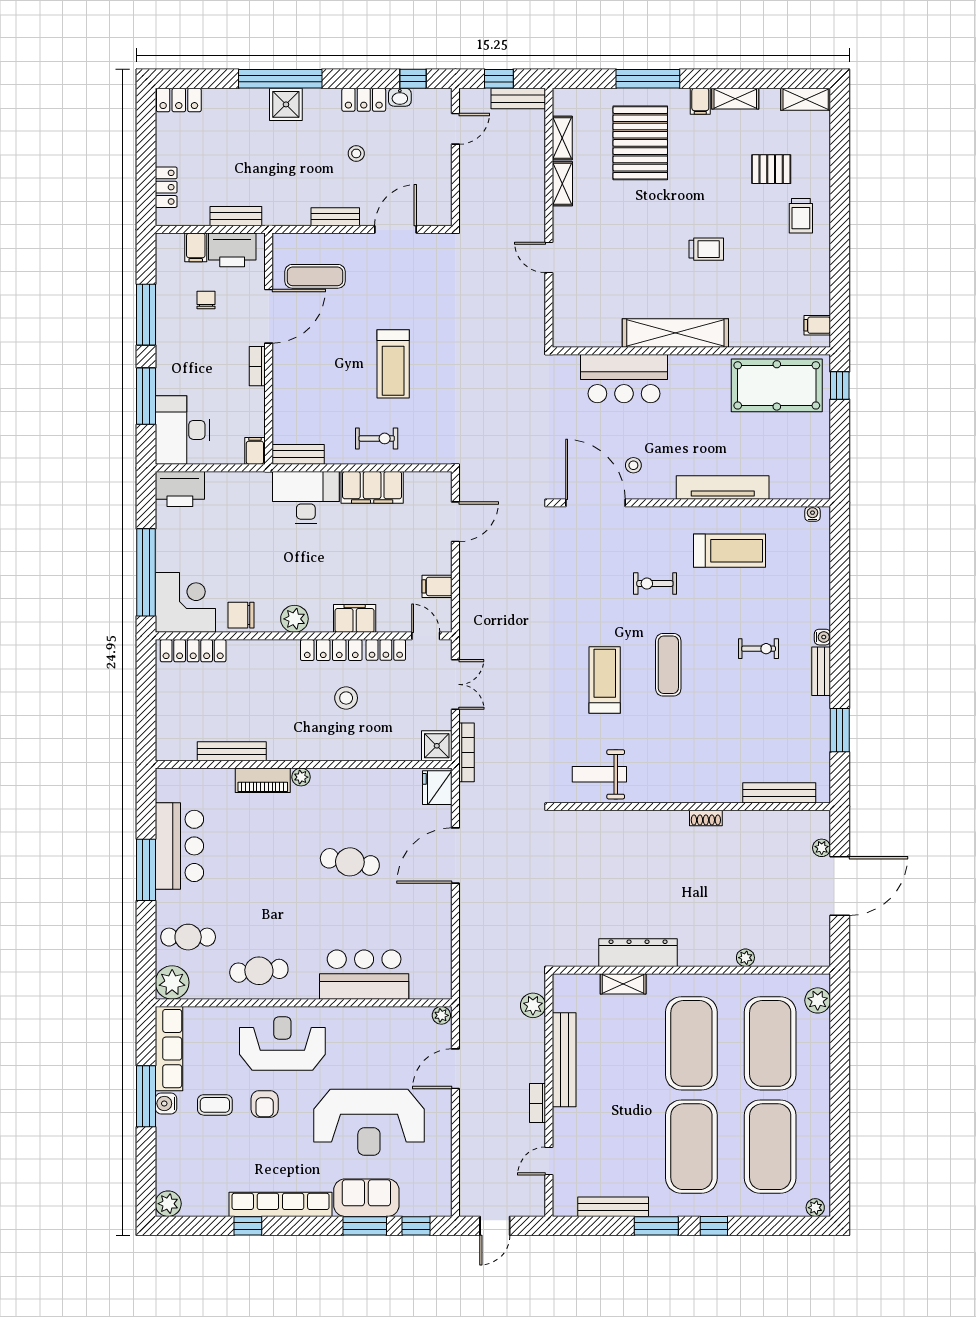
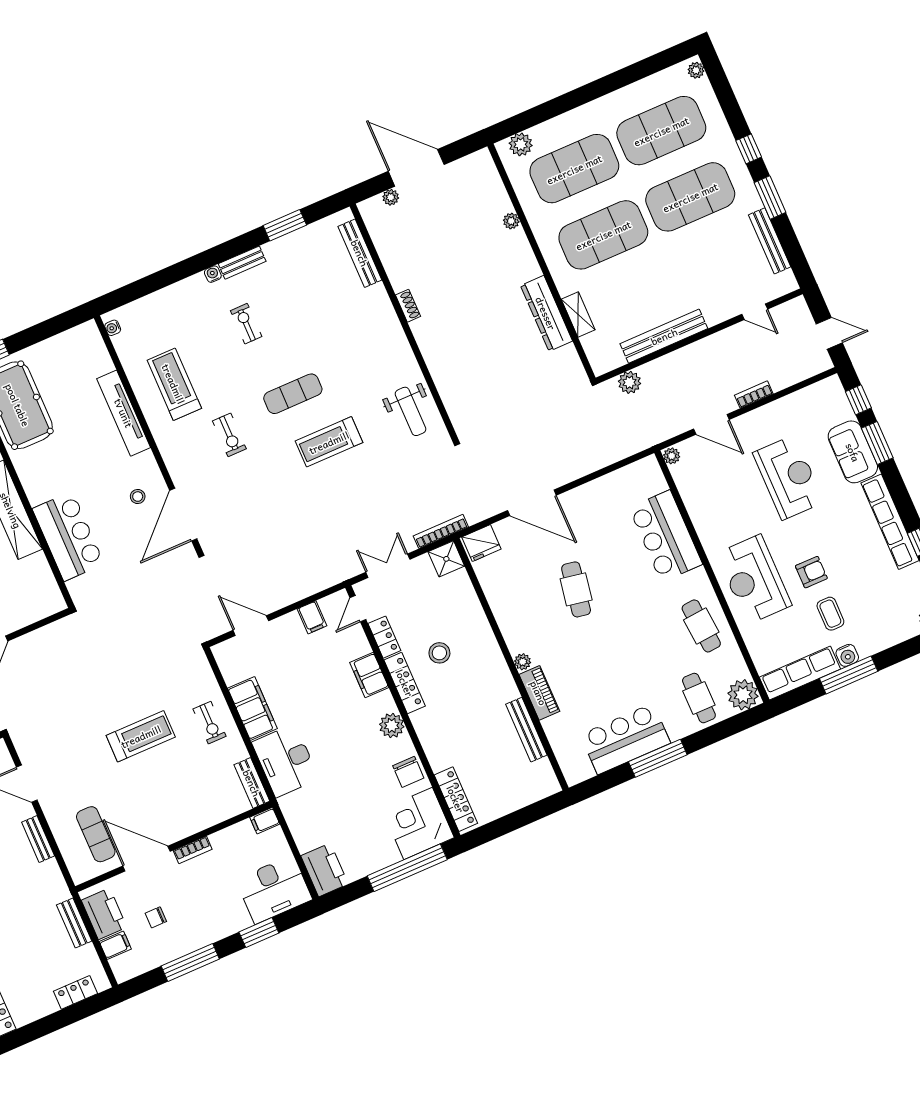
window: (146, 396) -> (259, 933), width x0.69
exercise bike: (377, 438) -> (210, 723), turned 180
bookcase: (538, 1103) -> (754, 394), moved, turned 180
reception desk: (369, 1122) -> (788, 477), width x0.74, depth x0.77

